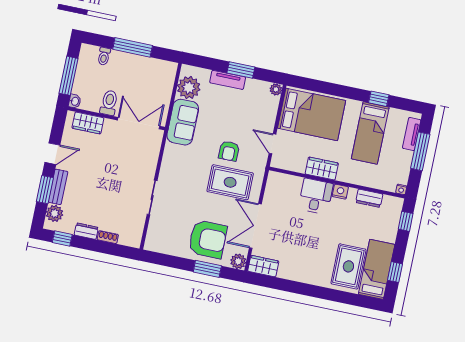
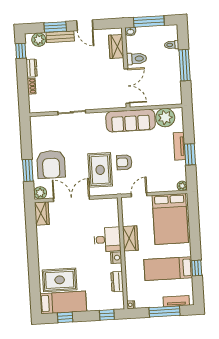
sofa: (183, 122) -> (131, 121), width x1.36

